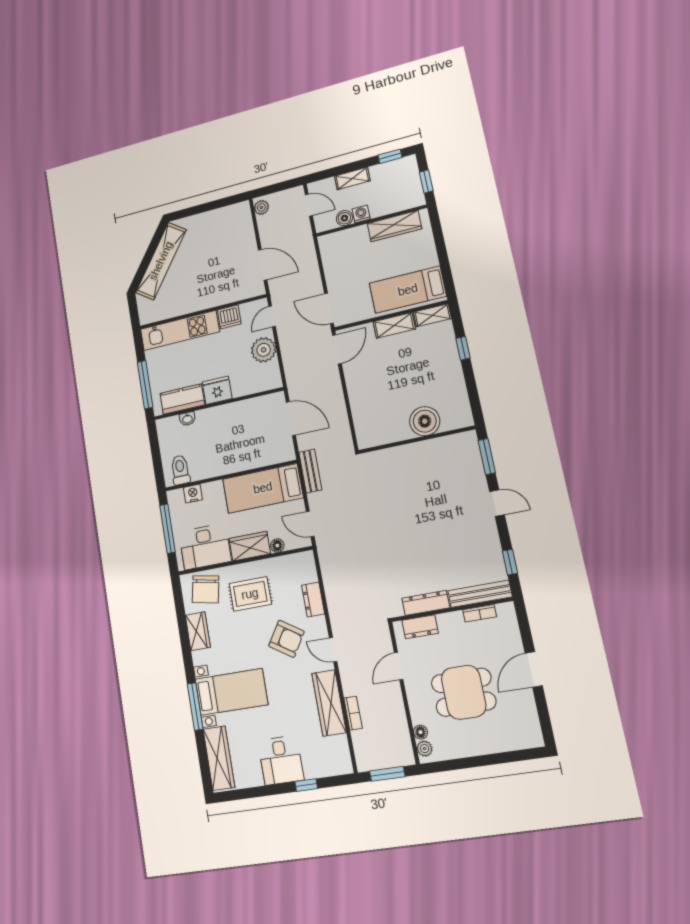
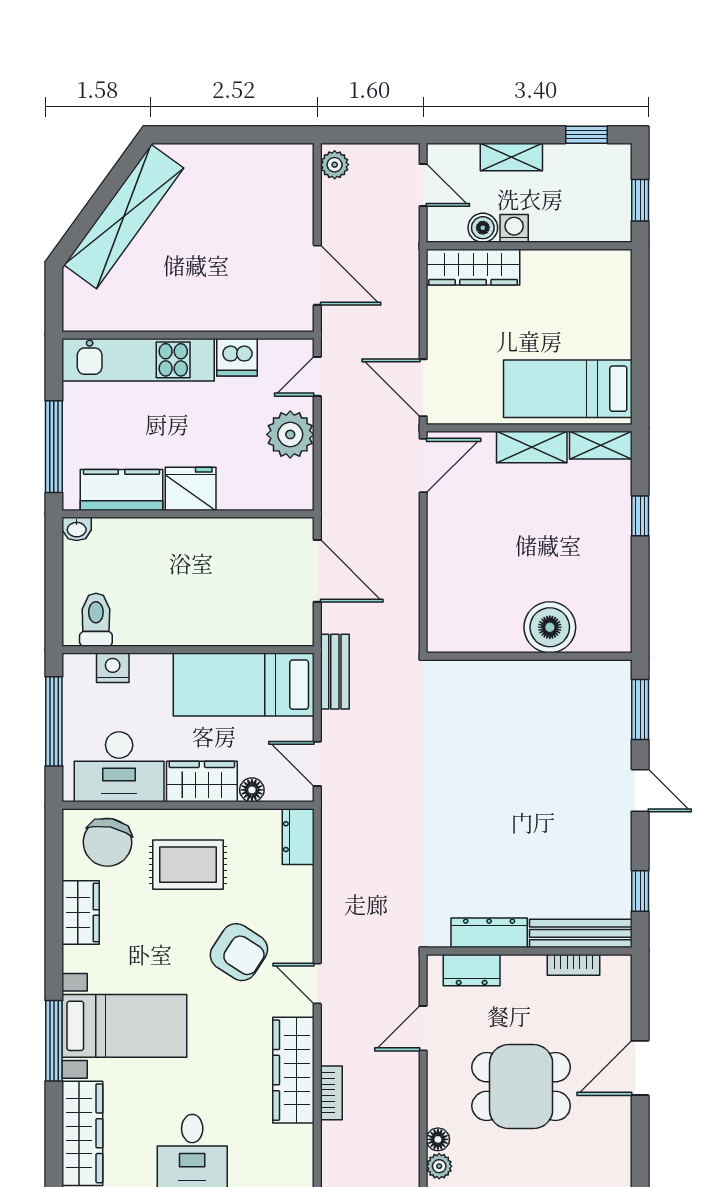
wardrobe: (394, 226) -> (473, 267), moved
washbasin: (187, 419) -> (77, 529), moved
dresser: (313, 600) -> (298, 837), moved

